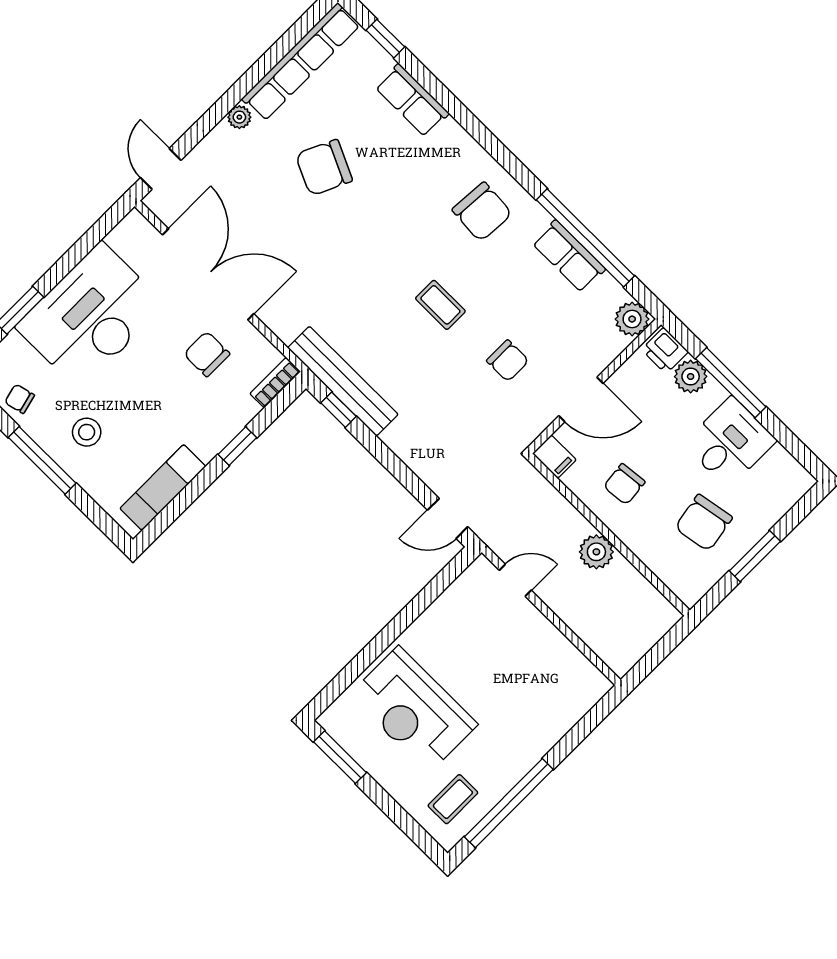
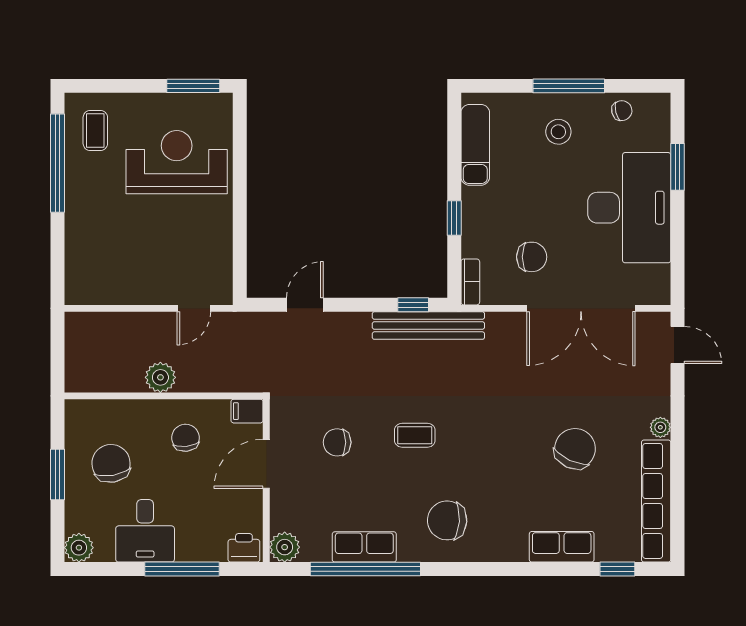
plant: (691, 376) -> (79, 548), moved
door: (448, 518) -> (305, 305), moved

